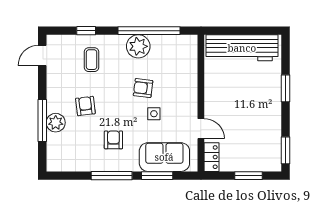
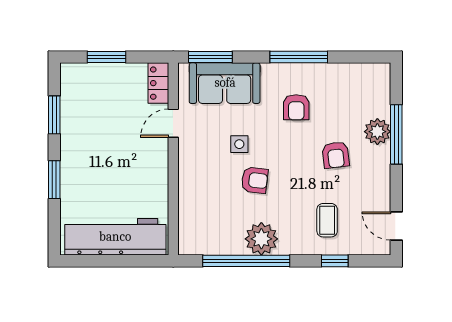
door: (42, 55) -> (396, 226), swing flipped
door: (201, 129) -> (173, 123), hinge flipped
window: (285, 150) -> (54, 115), moved
window: (157, 176) -> (210, 57), moved

